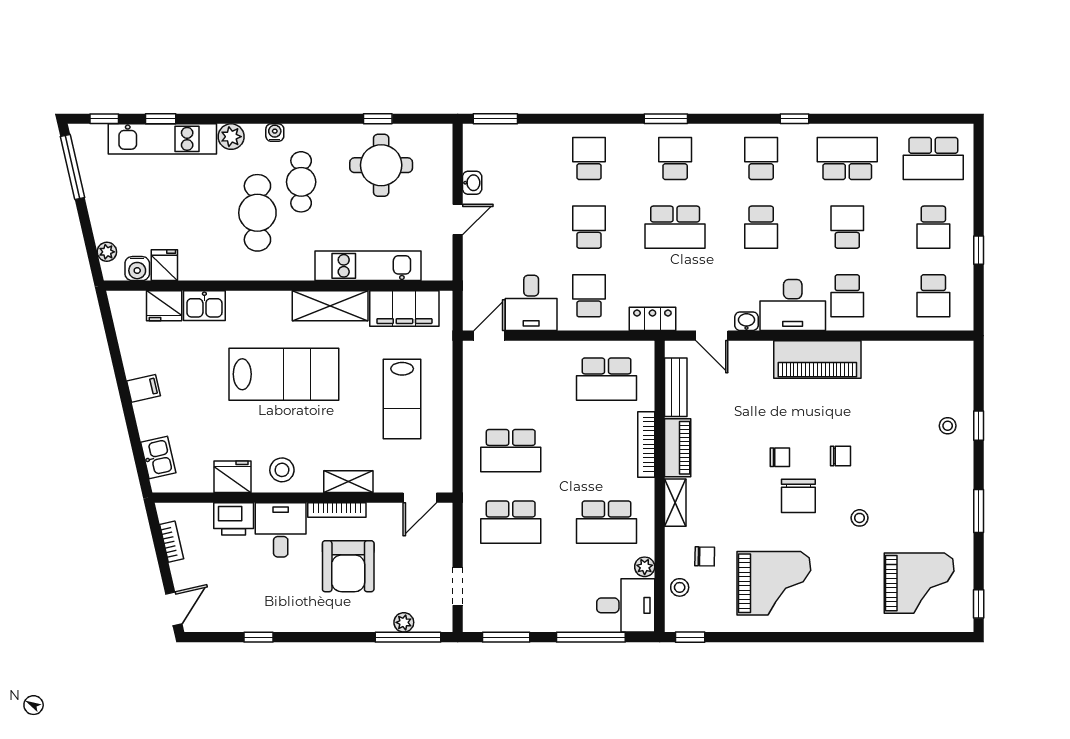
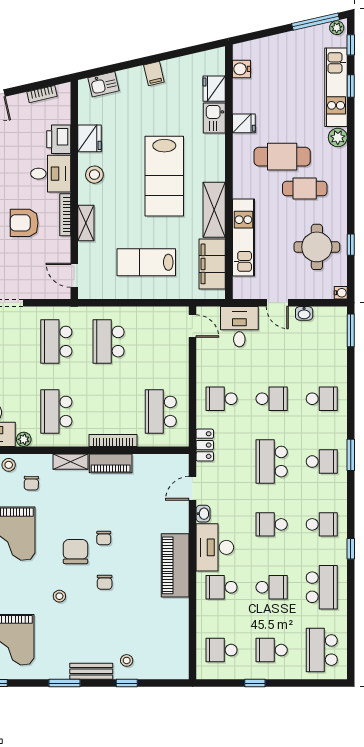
water cooler: (275, 133) -> (341, 293), moved
plant: (107, 252) -> (337, 28), moved
fridge: (164, 265) -> (244, 123), moved
school desk: (589, 296) -> (222, 399), turned 180
desk: (531, 303) -> (239, 327), moved, turned 90
bench: (676, 387) -> (91, 671), moved
chair: (798, 496) -> (76, 552), turned 90
armchair: (348, 566) -> (24, 223), width x0.73, depth x0.73

